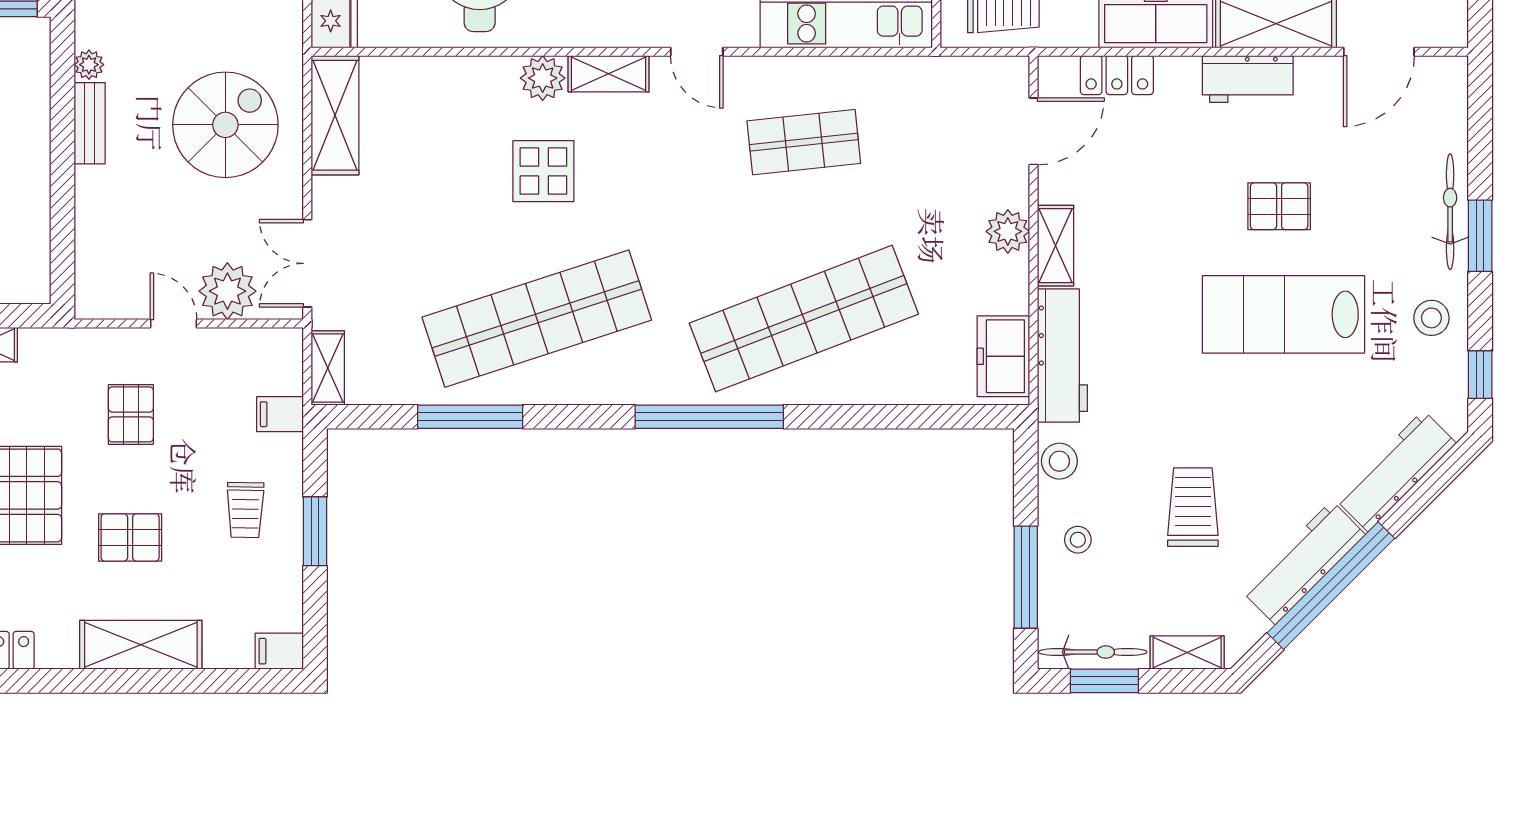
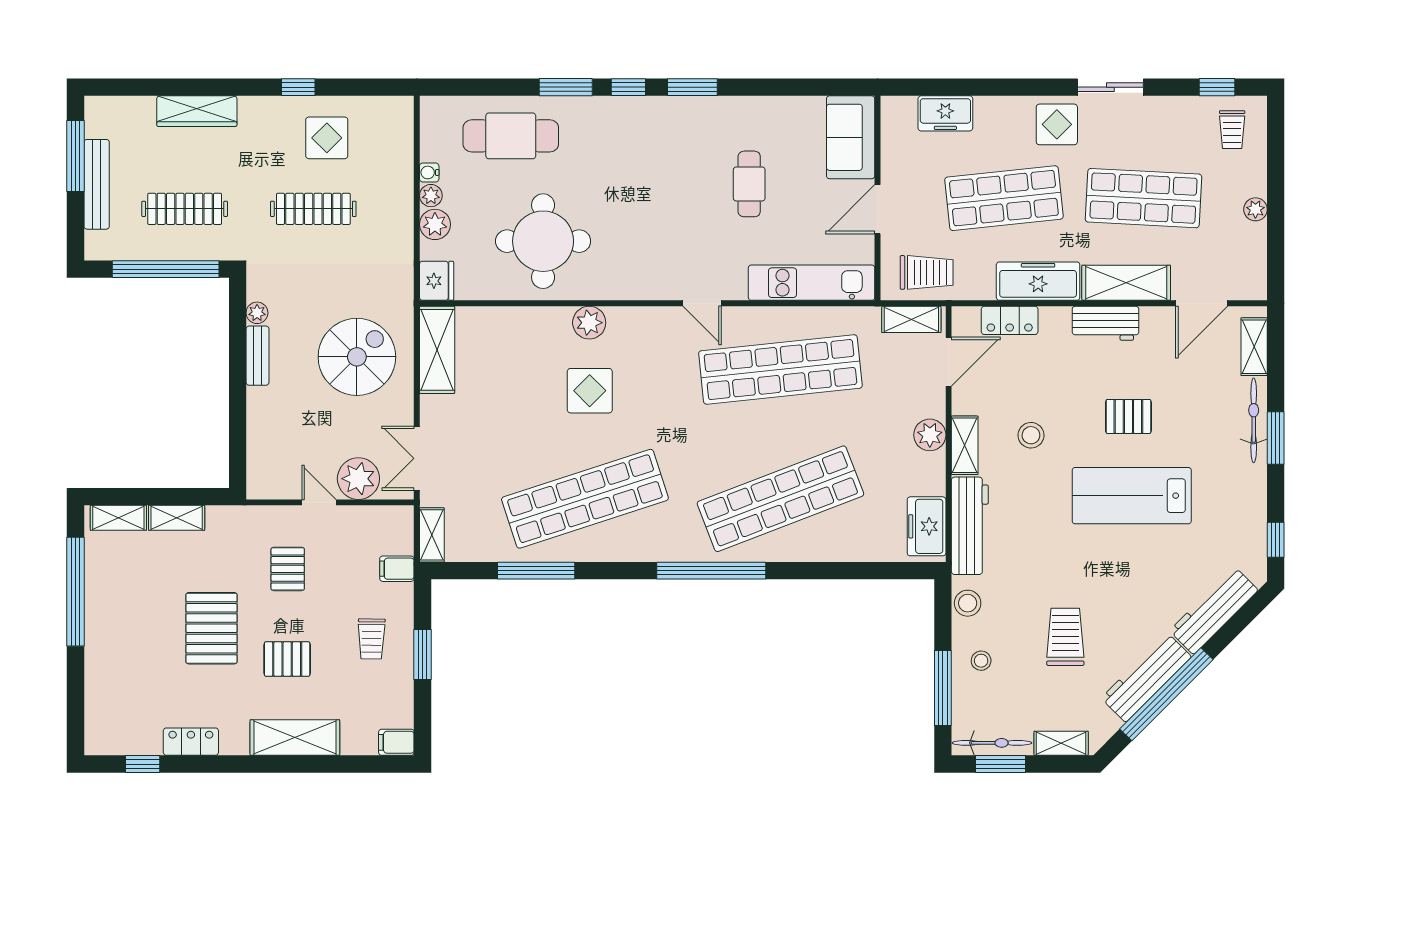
shelving: (609, 74) -> (911, 319), moved
shelving: (1451, 111) -> (1254, 347), added
shop shelf: (804, 142) -> (780, 370), width x2.00, depth x1.36
stool: (1431, 318) -> (1031, 435), moved

